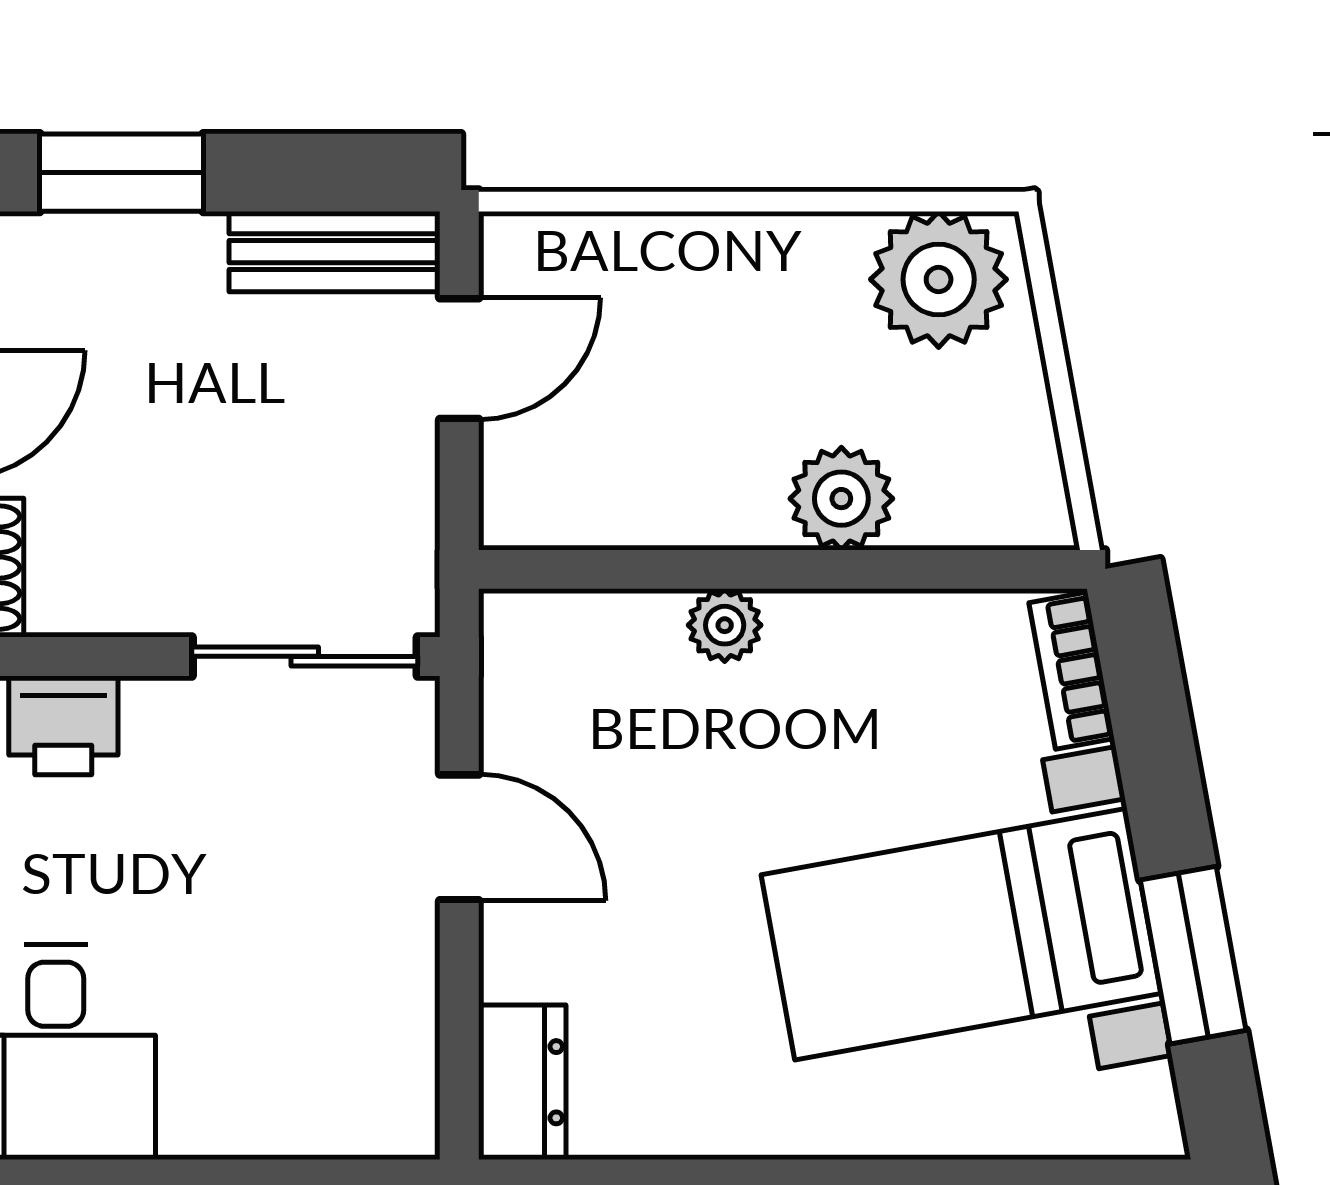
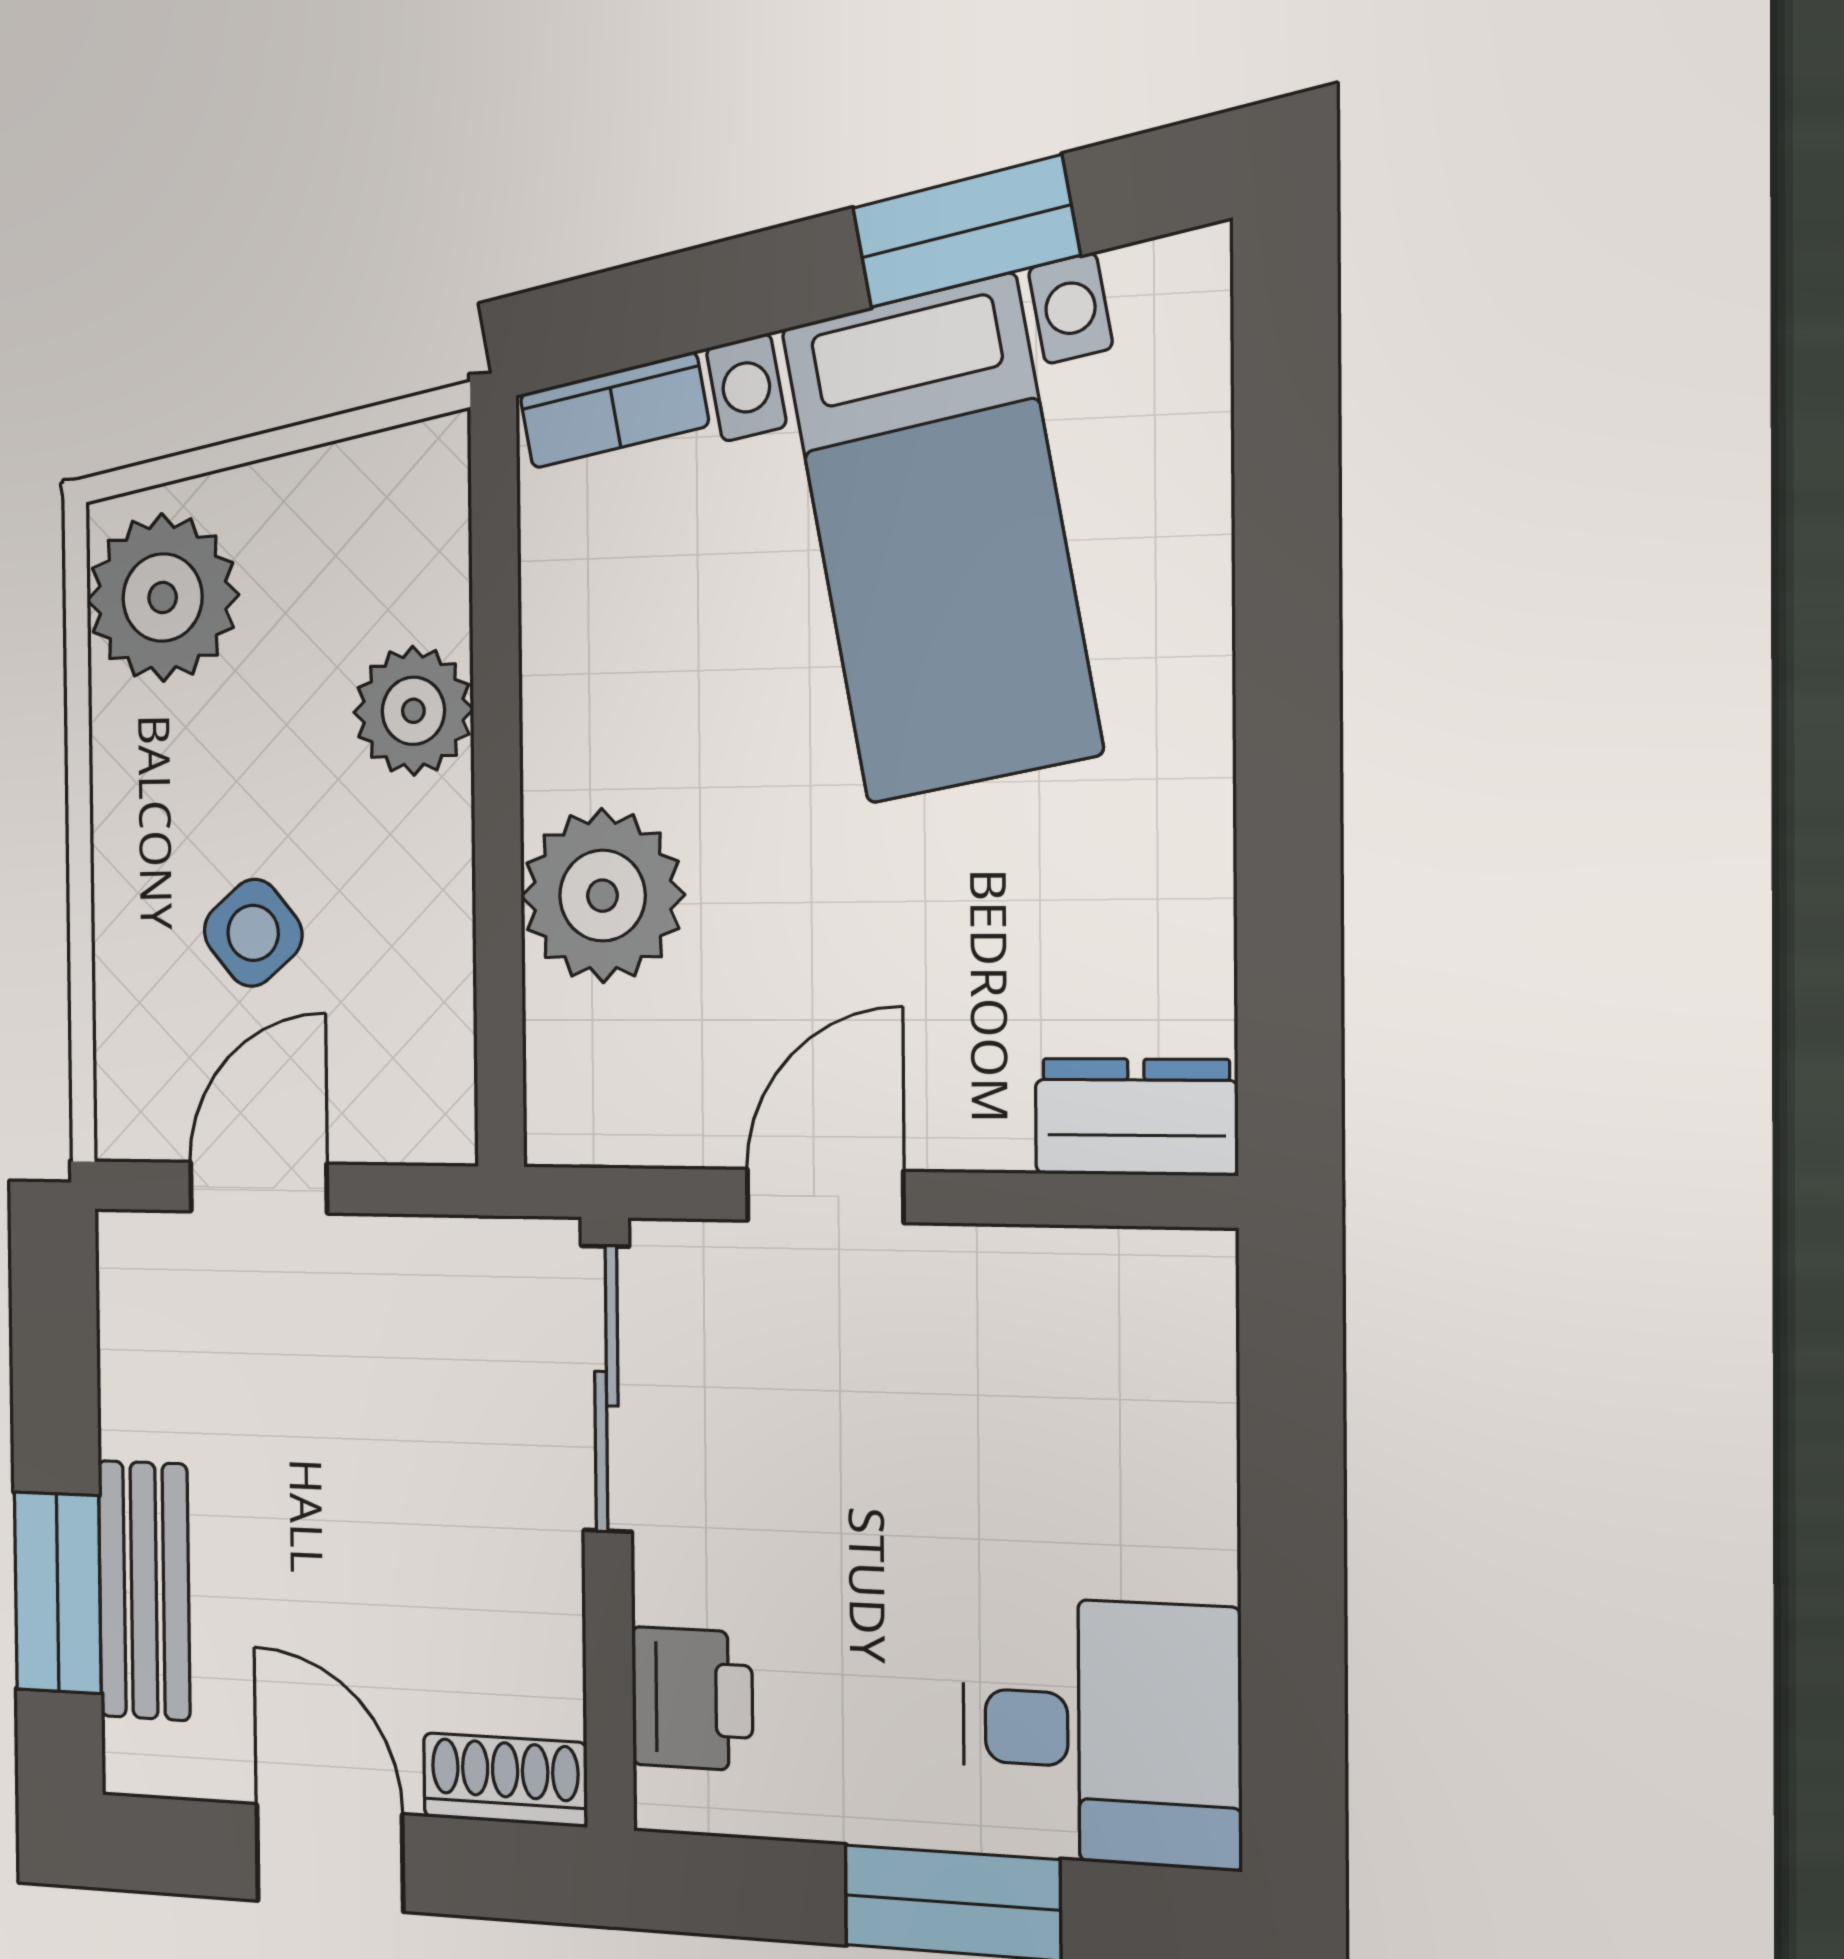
bench: (335, 252) -> (144, 1590), moved
side table: (666, 357) -> (253, 933), added
door: (459, 359) -> (258, 1188), hinge flipped
plant: (725, 625) -> (602, 896), width x1.88, depth x1.88

